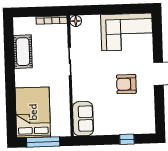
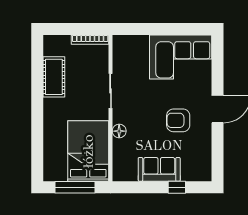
floor lamp: (76, 21) -> (119, 131), moved
bed: (33, 112) -> (88, 151), moved
sofa: (83, 119) -> (159, 169), moved, turned -90

